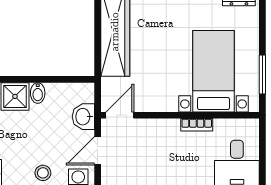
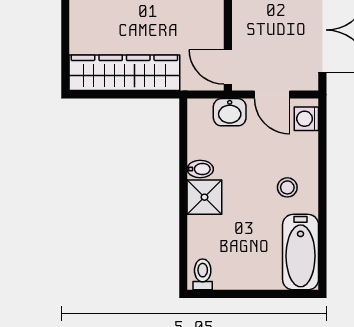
stool: (43, 173) -> (287, 187), moved

